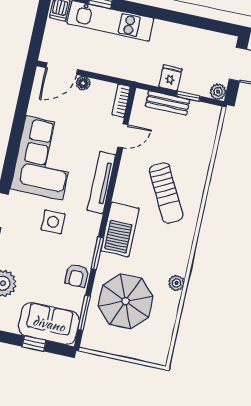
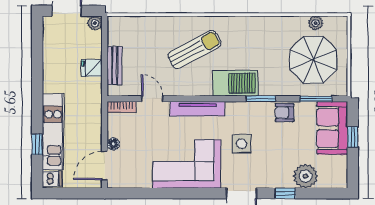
door: (62, 69) -> (105, 166), swing flipped
window: (188, 96) -> (105, 48), removed
armchair: (77, 276) -> (285, 113), turned 180
plant: (176, 283) -> (315, 23), moved
parasol: (126, 301) -> (313, 60), moved

